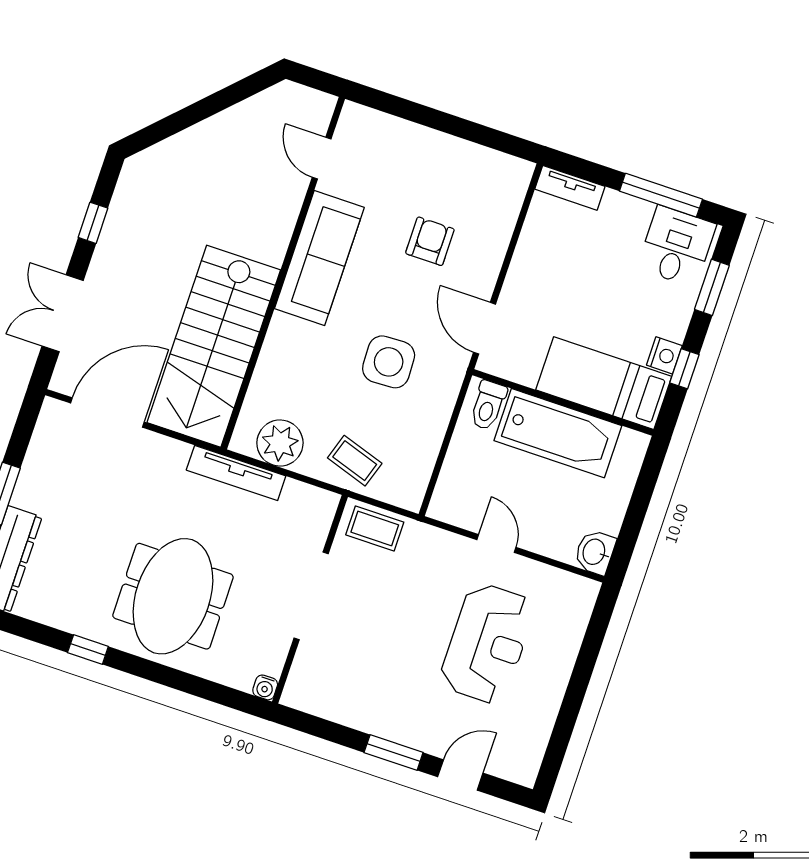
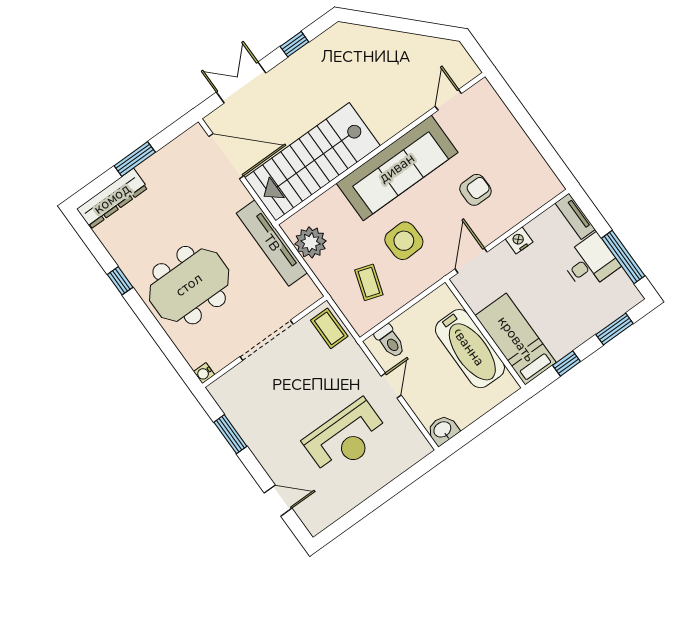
desk: (677, 246) -> (590, 262), moved
sofa: (319, 258) -> (397, 168), width x1.36, depth x1.27
nightstand: (664, 355) -> (519, 240), moved, turned 180
toilet: (488, 405) -> (390, 341), moved, turned -90
coffee table: (355, 461) -> (369, 282), moved
tv unit: (236, 473) -> (272, 243), width x1.36, depth x1.29
window: (394, 752) -> (230, 434), moved

